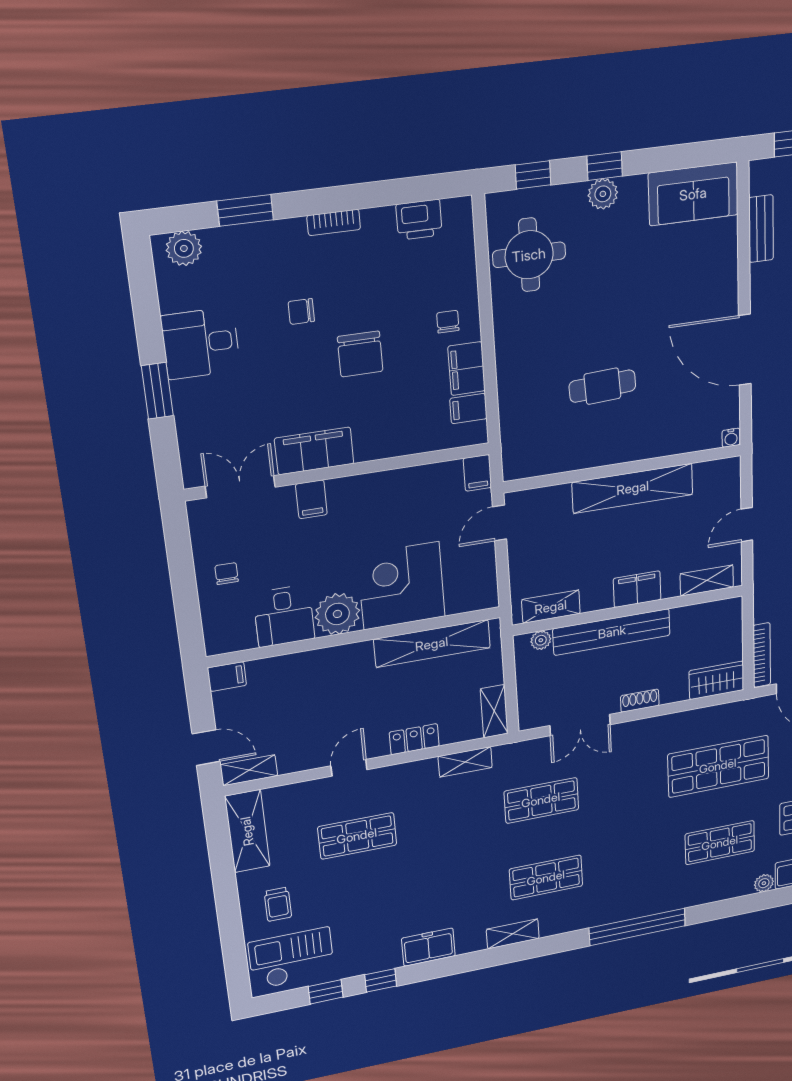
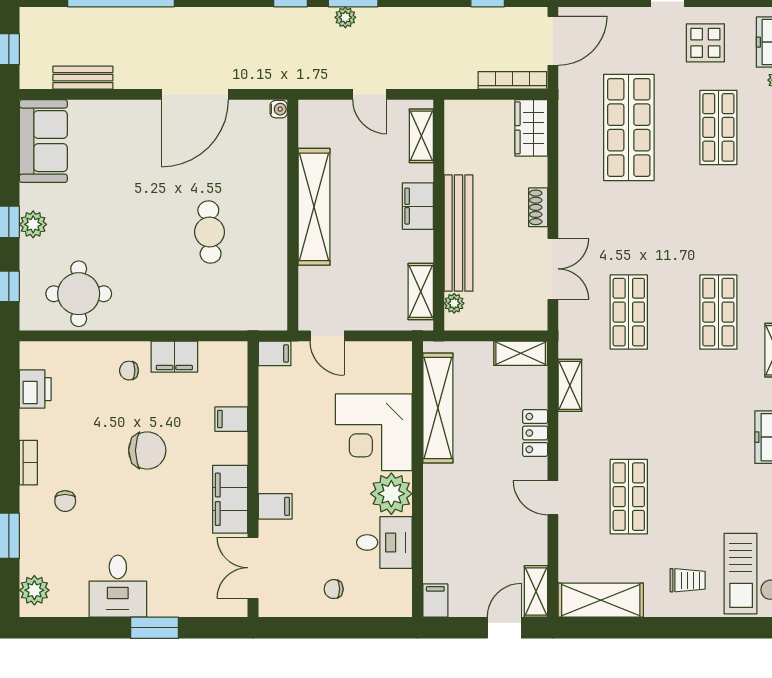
chair: (301, 311) -> (65, 501), moved
filing cabinet: (468, 409) -> (231, 419), moved, turned 90

